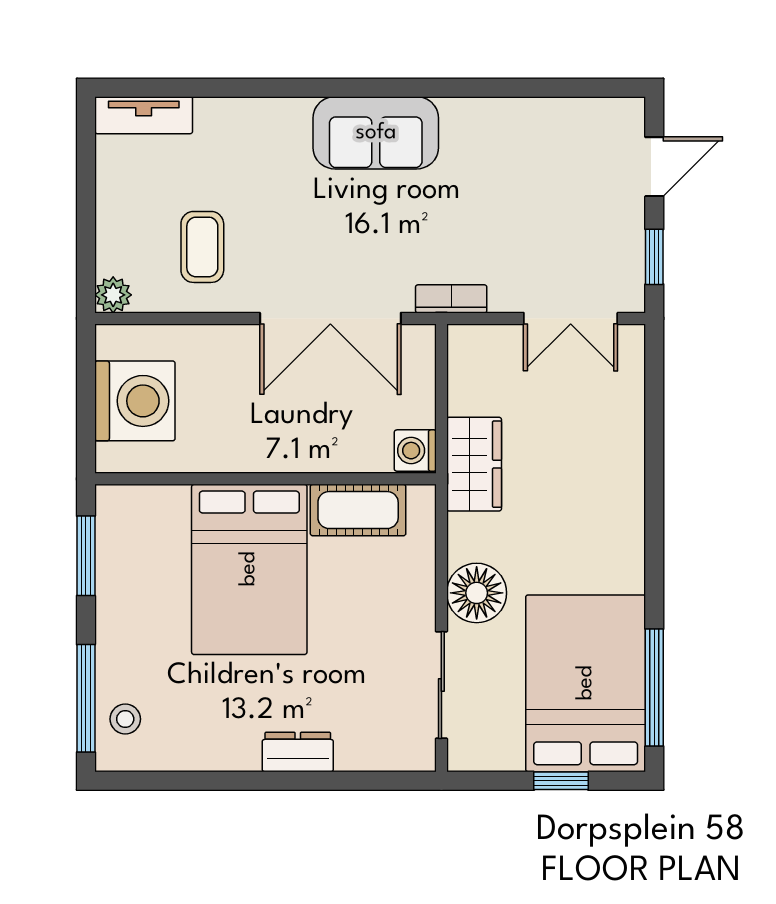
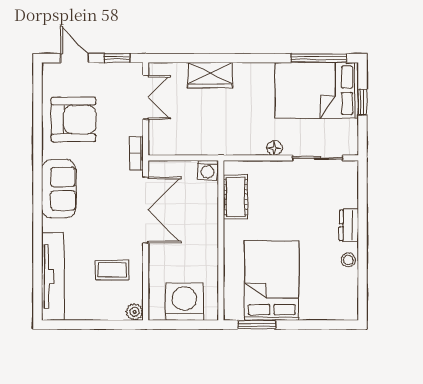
tv unit: (144, 115) -> (53, 277), width x1.92, depth x1.29
armchair: (523, 165) -> (74, 119), added
wardrobe: (474, 464) -> (210, 75), moved, turned 180
bed: (249, 569) -> (272, 280), moved, turned -90
floor lamp: (477, 593) -> (274, 148), width x0.53, depth x0.53
window: (86, 698) -> (324, 325), removed
stool: (125, 719) -> (348, 260), moved

